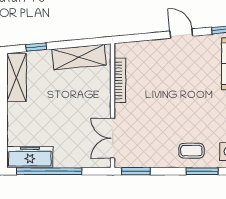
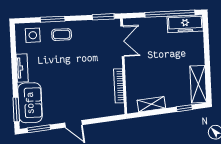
shelving: (79, 57) -> (151, 104), width x0.67, depth x0.75

